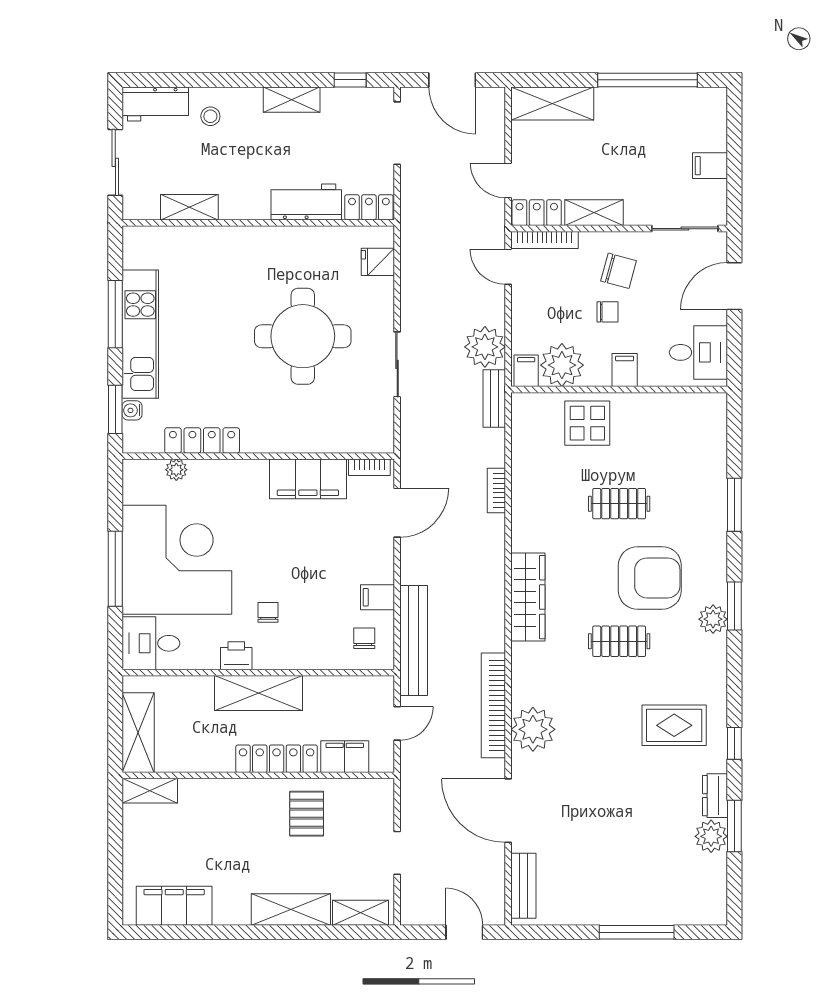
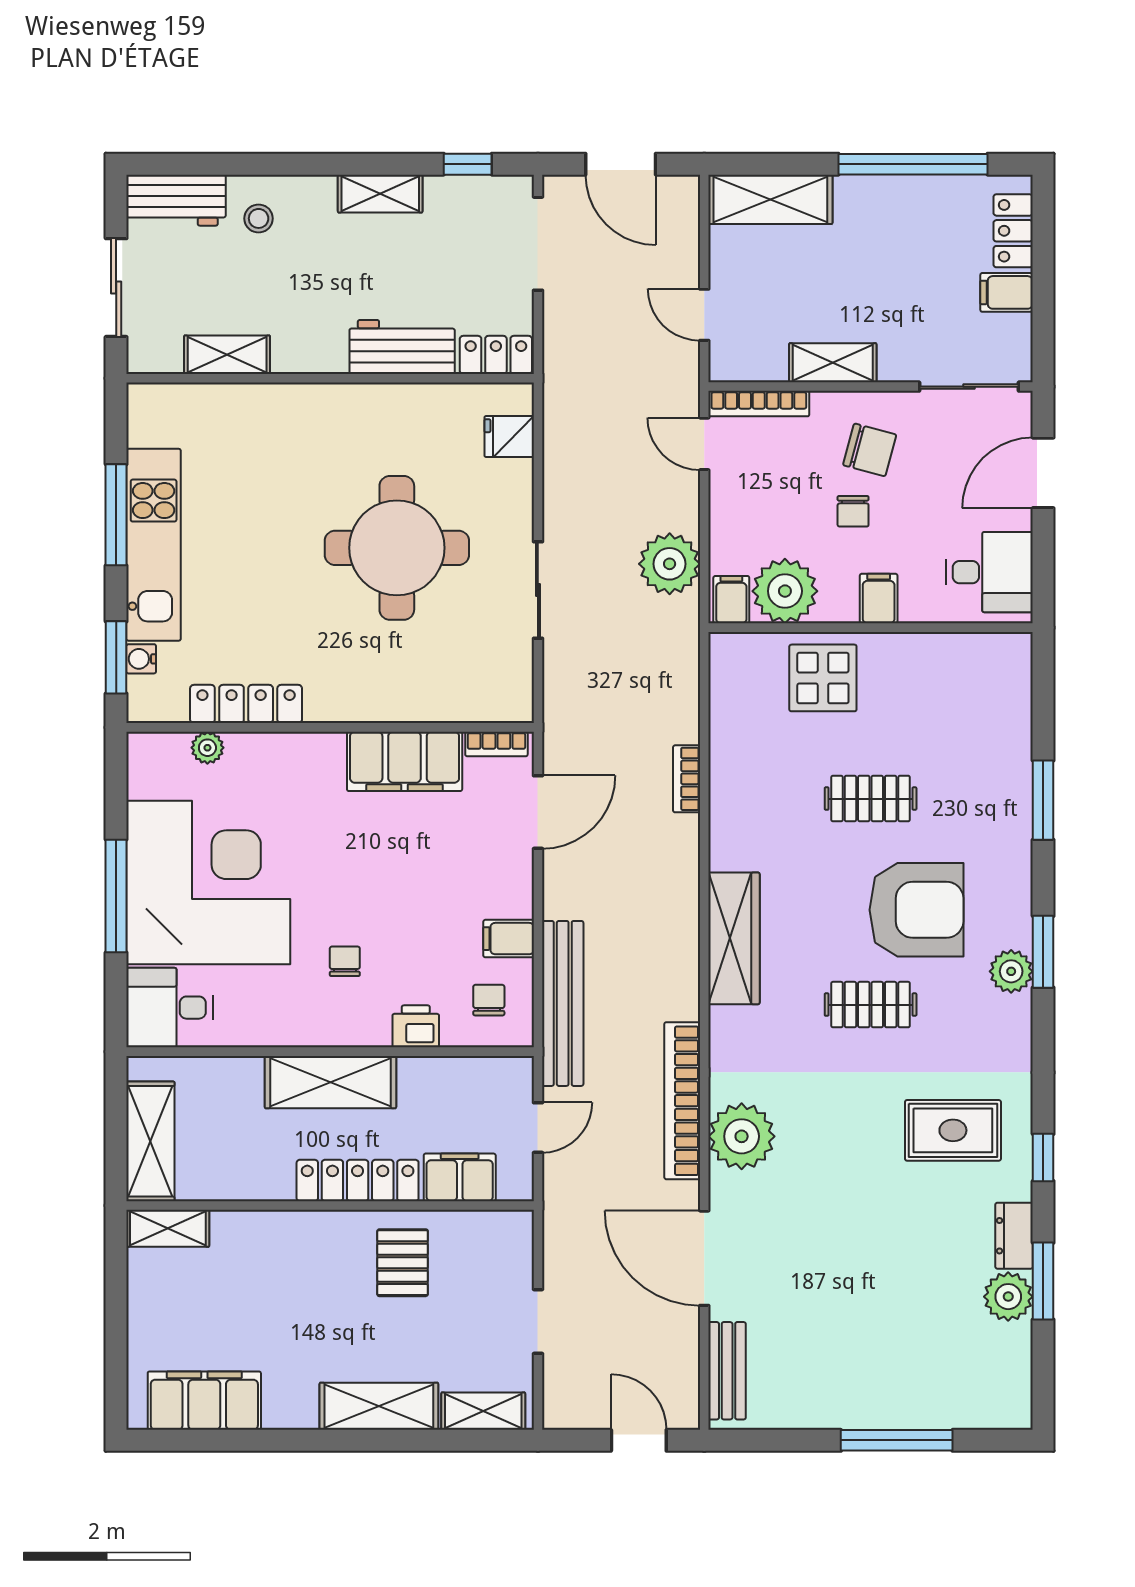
locker: (537, 213) -> (1013, 231), moved, turned -90
chair: (607, 312) -> (853, 511), turned 90
bench: (494, 398) -> (684, 641), removed
printer: (236, 656) -> (416, 1026), moved

